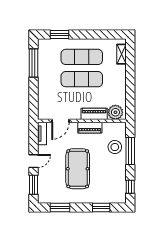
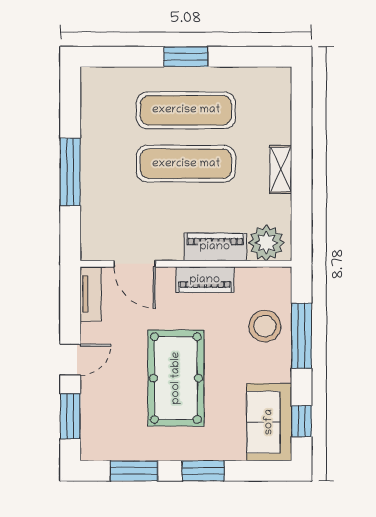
window: (59, 34) -> (186, 57), moved
shelving: (121, 54) -> (281, 169), moved
window: (34, 63) -> (70, 172), moved
door: (60, 121) -> (135, 264), hinge flipped
sofa: (117, 187) -> (269, 422), added
window: (101, 207) -> (203, 471), moved

